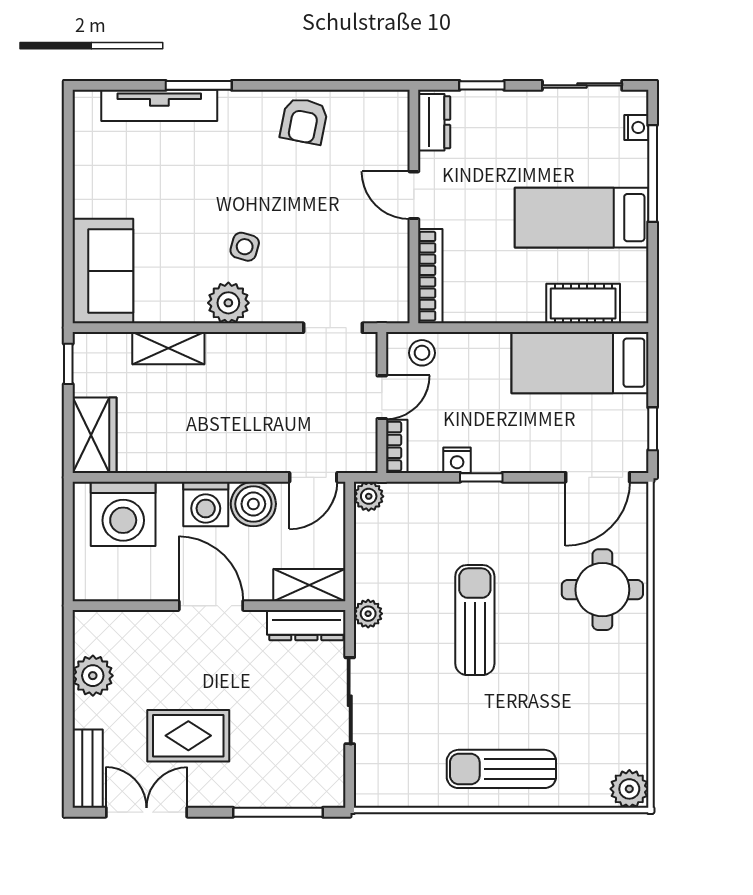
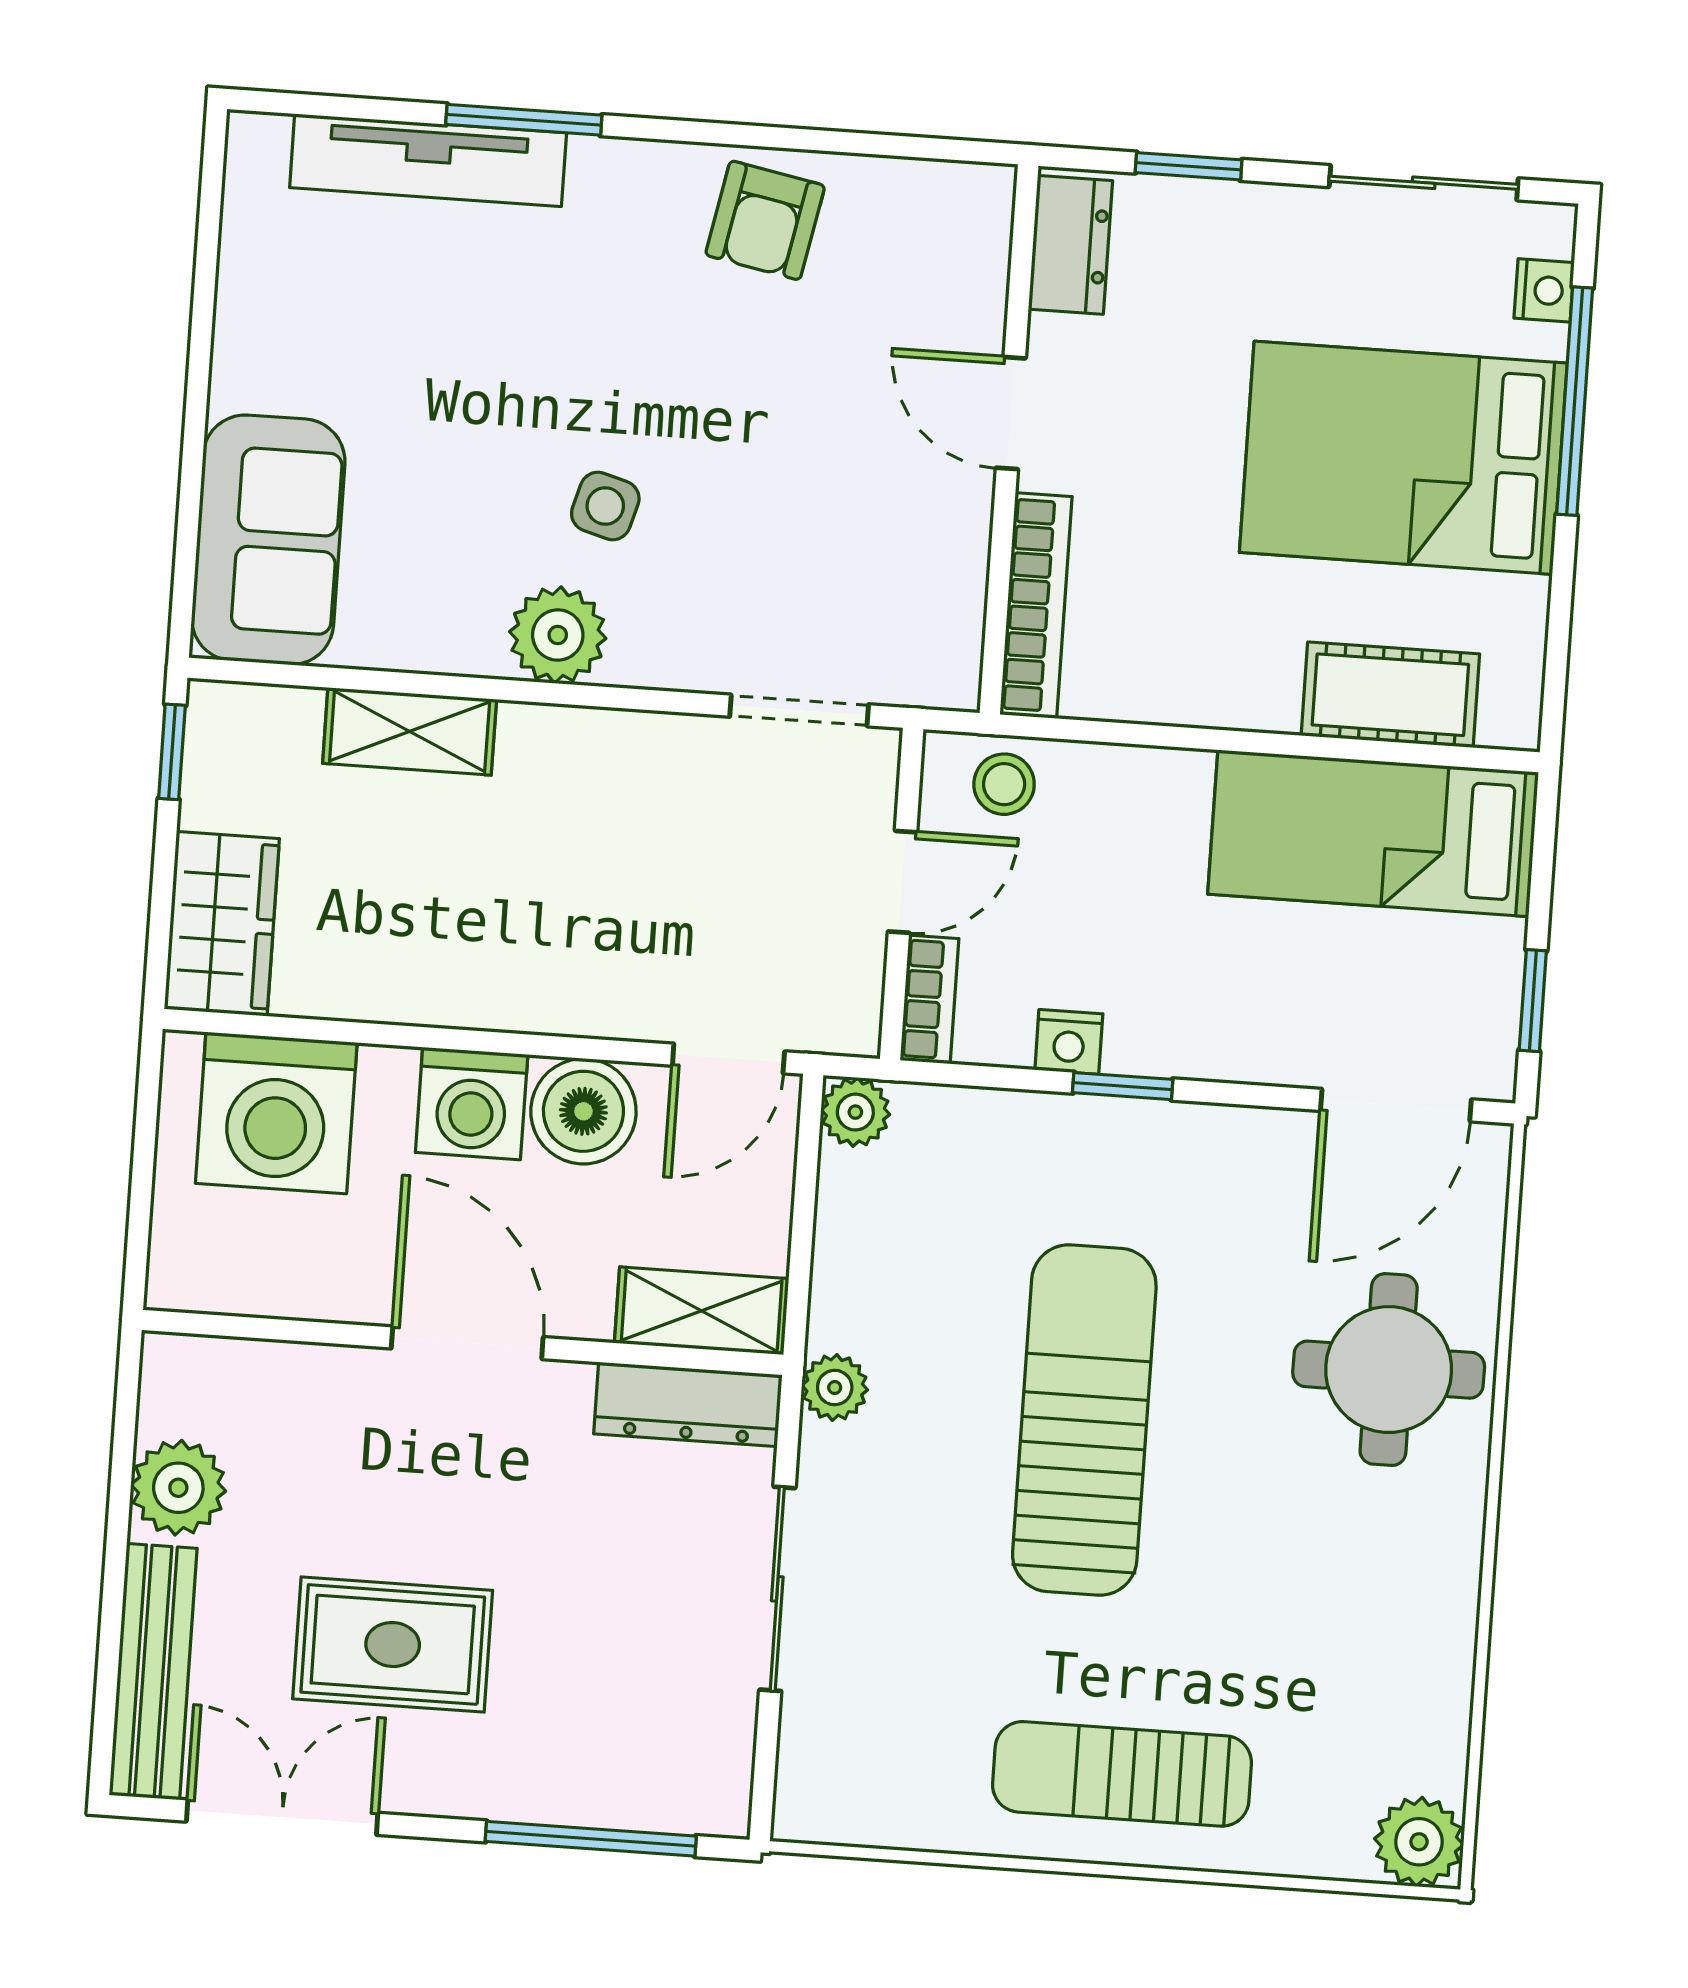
bed: (582, 218) -> (1403, 458), width x1.50
sun lounger: (475, 620) -> (1084, 1420), width x1.36, depth x1.34
bench: (88, 769) -> (153, 1672), width x1.36

